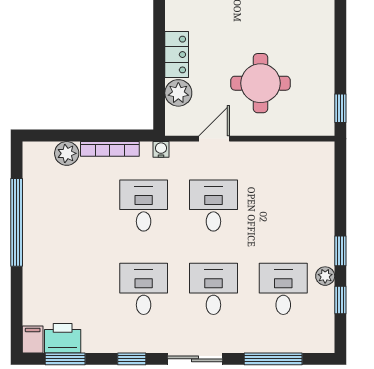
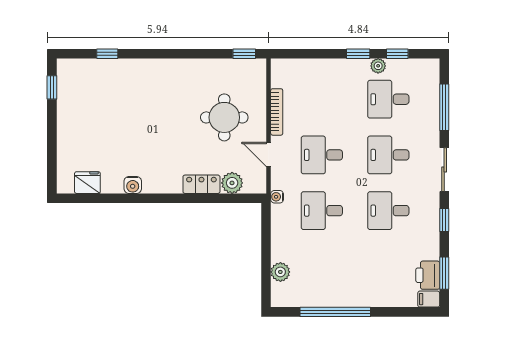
bookcase: (110, 149) -> (277, 112), moved

